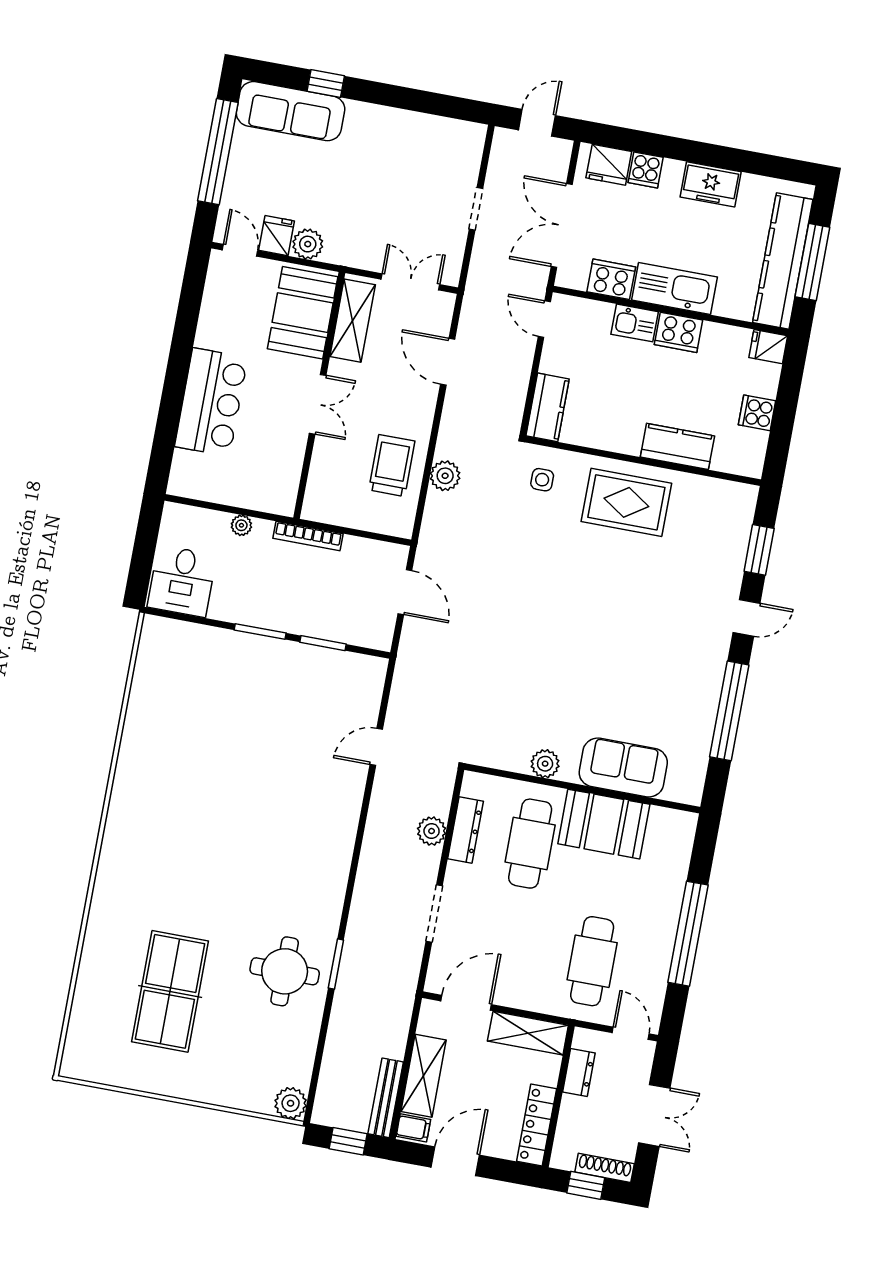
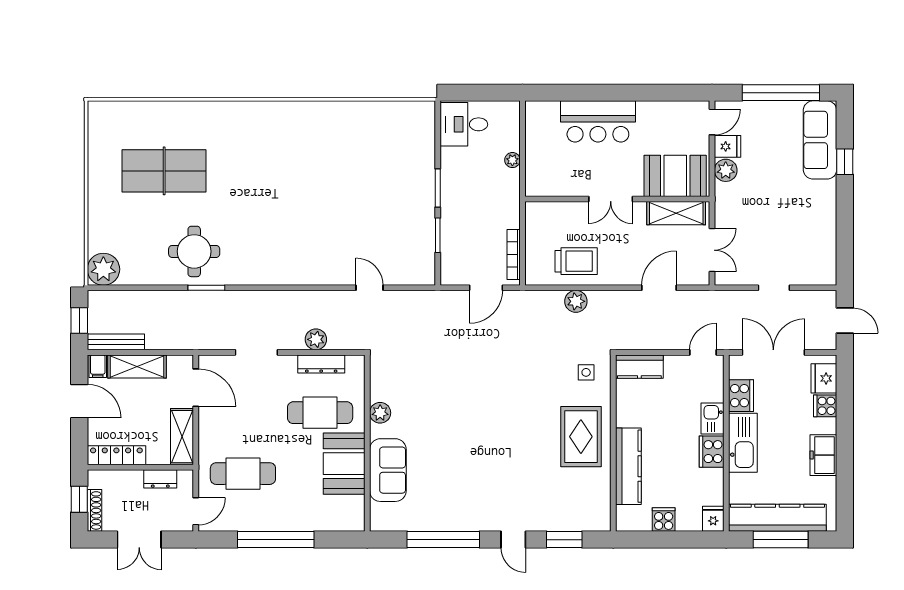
kitchen counter: (677, 446) -> (628, 466), width x1.50
bookcase: (308, 536) -> (514, 255), moved
plant: (291, 1103) -> (103, 269), width x1.36, depth x1.36

